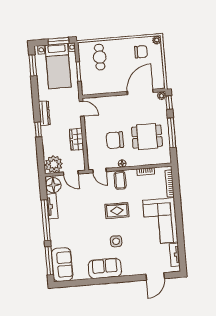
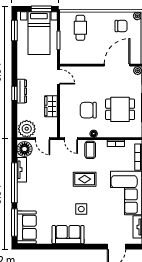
dresser: (44, 113) -> (22, 91), moved

